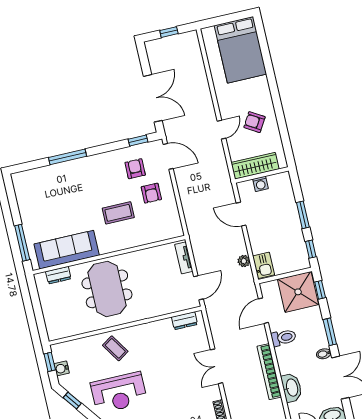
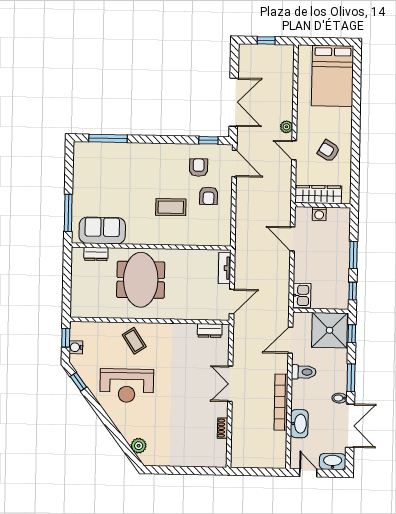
door: (222, 130) -> (294, 150), swing flipped
window: (67, 157) -> (108, 138), moved
sofa: (67, 250) -> (102, 231), width x0.73
plant: (244, 261) -> (286, 127), moved

